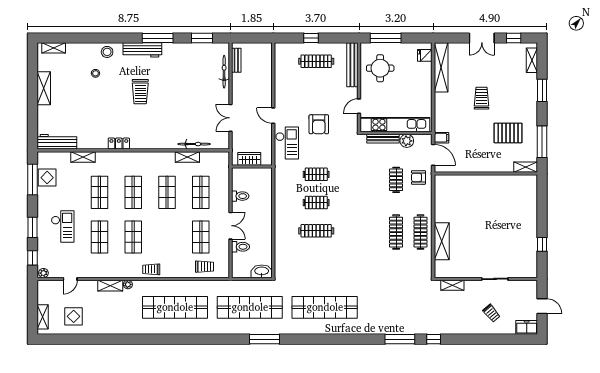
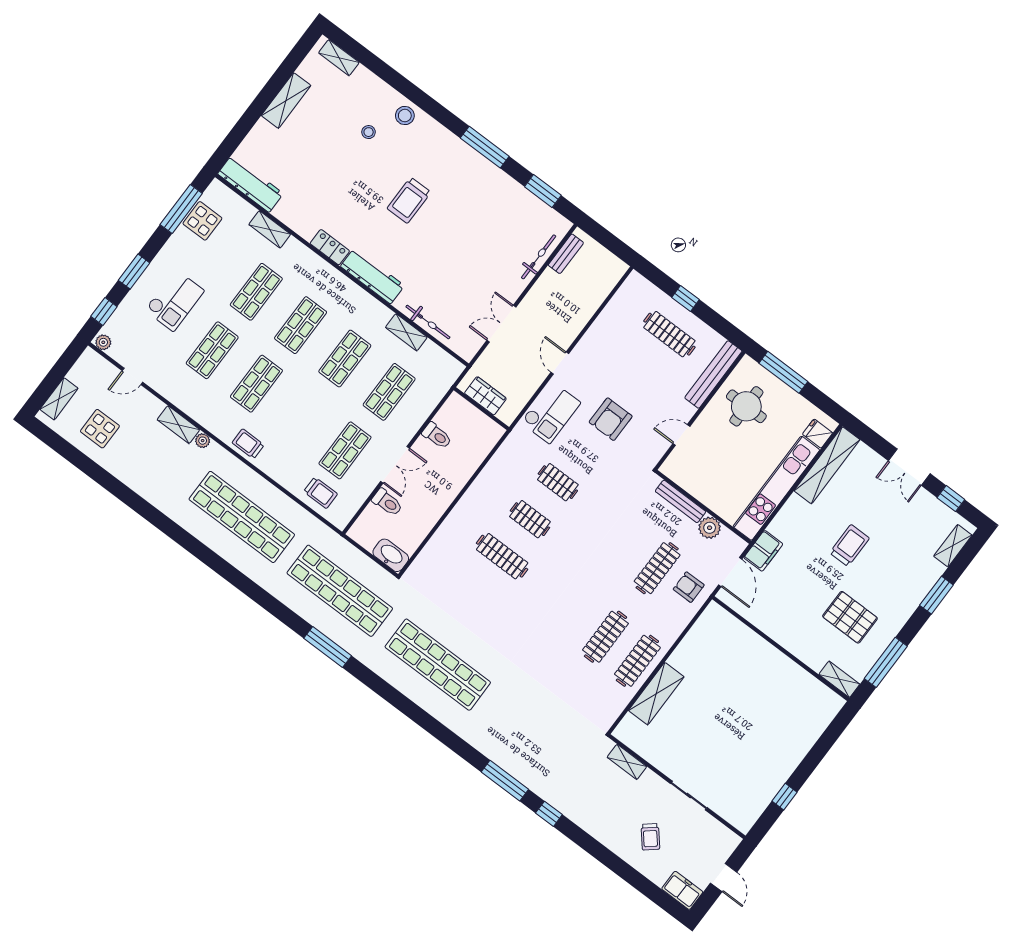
workbench: (142, 50) -> (372, 276), moved, turned 180
kitchen unit: (395, 125) -> (776, 488), moved, turned -90
filing cabinet: (441, 138) -> (763, 551), width x2.00
clothes rail: (396, 180) -> (657, 568), width x1.36

